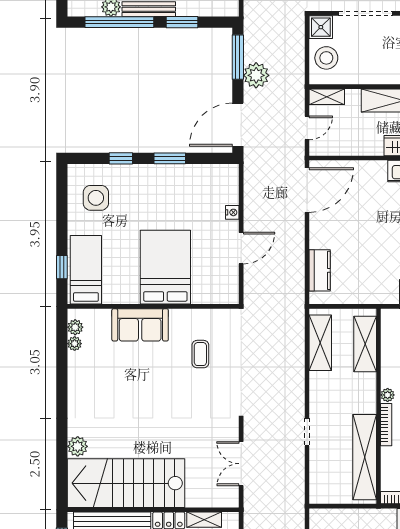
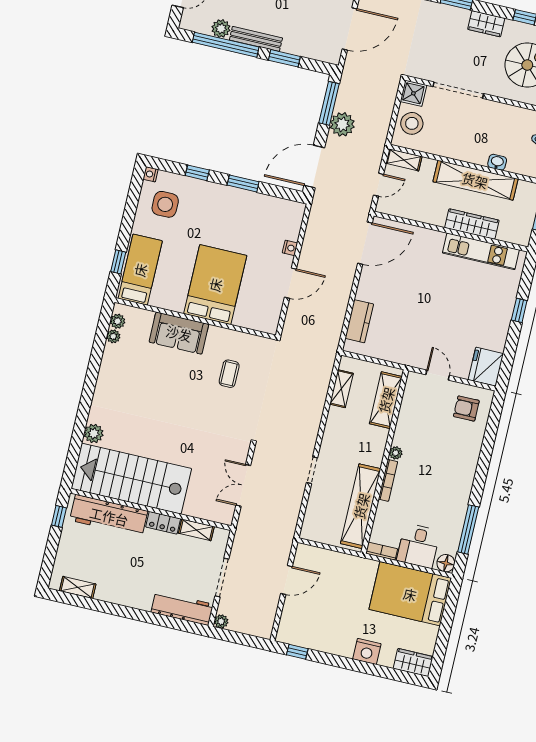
nightstand: (74, 171) -> (151, 174), added
shelving: (320, 343) -> (341, 389), width x0.67, depth x0.75

